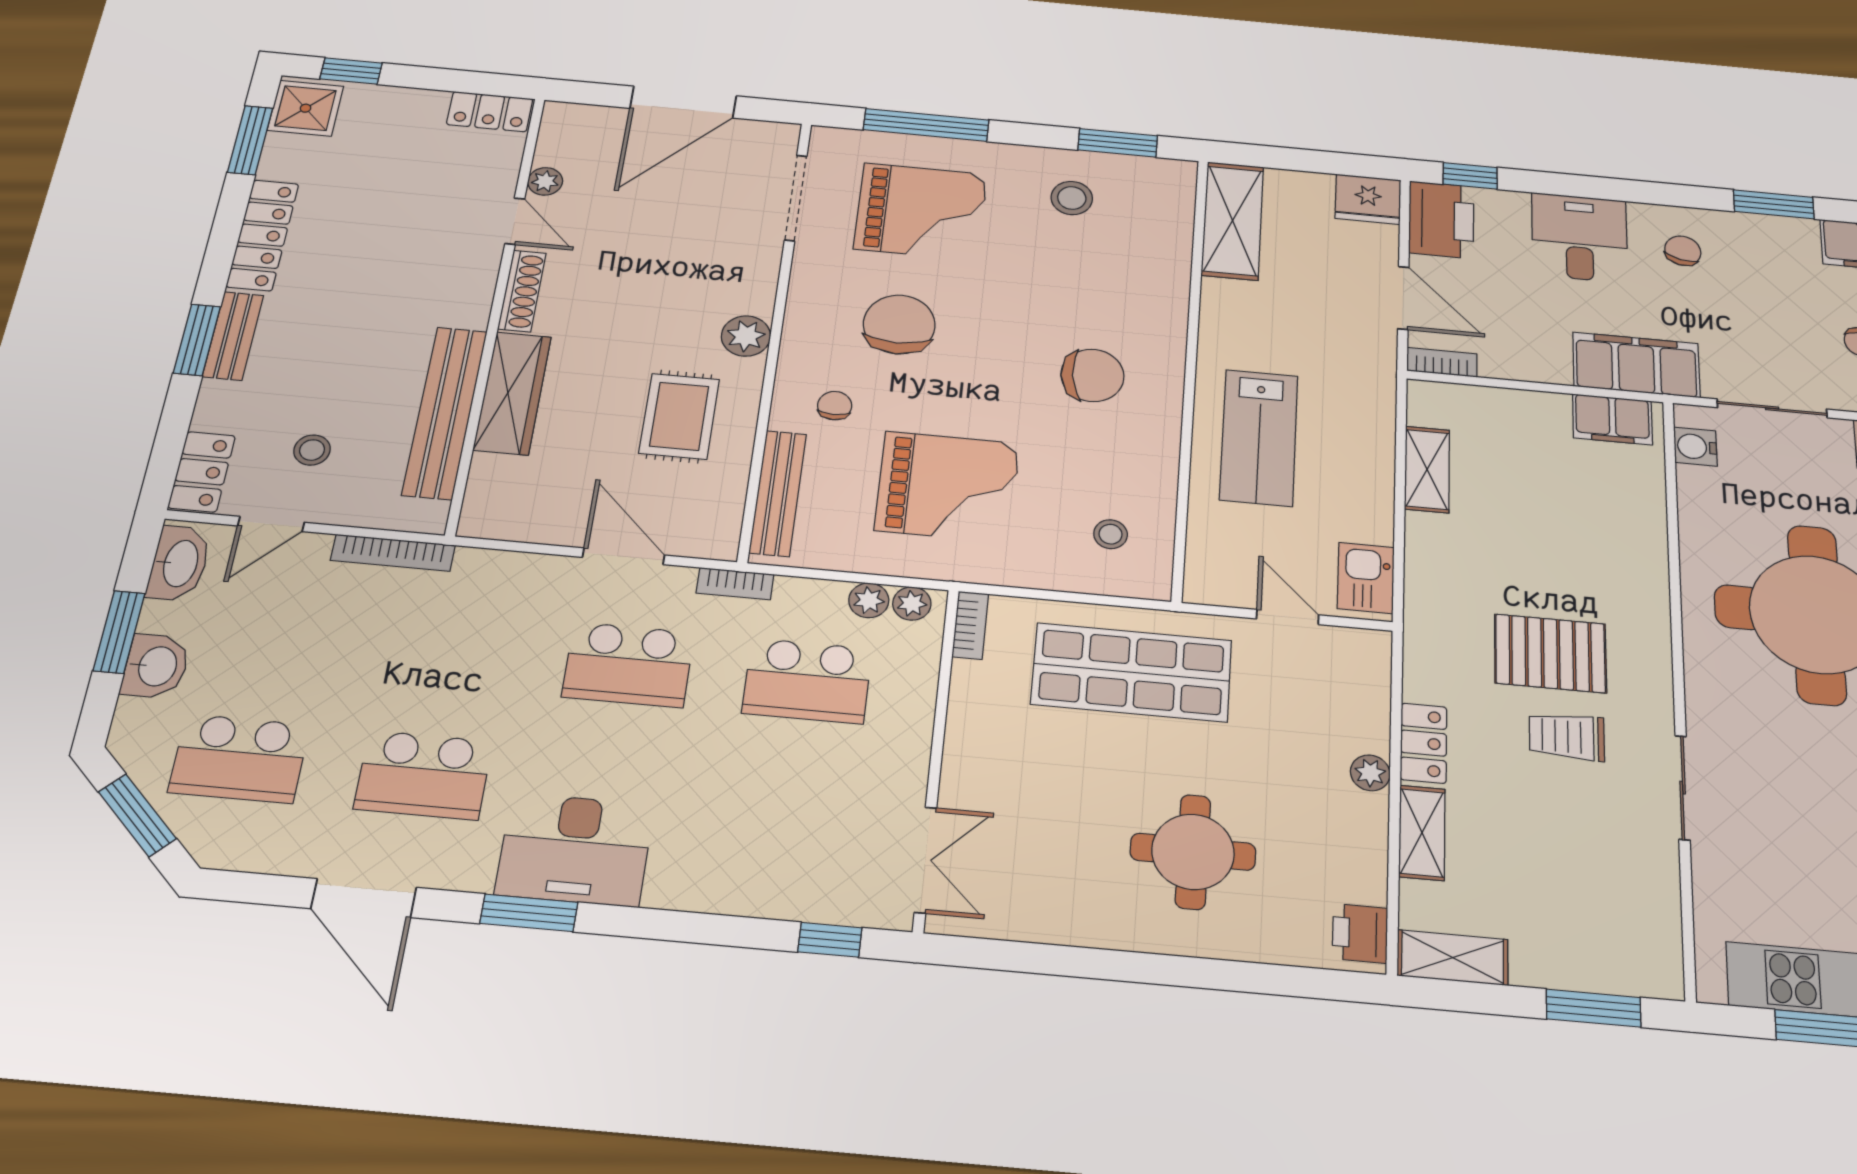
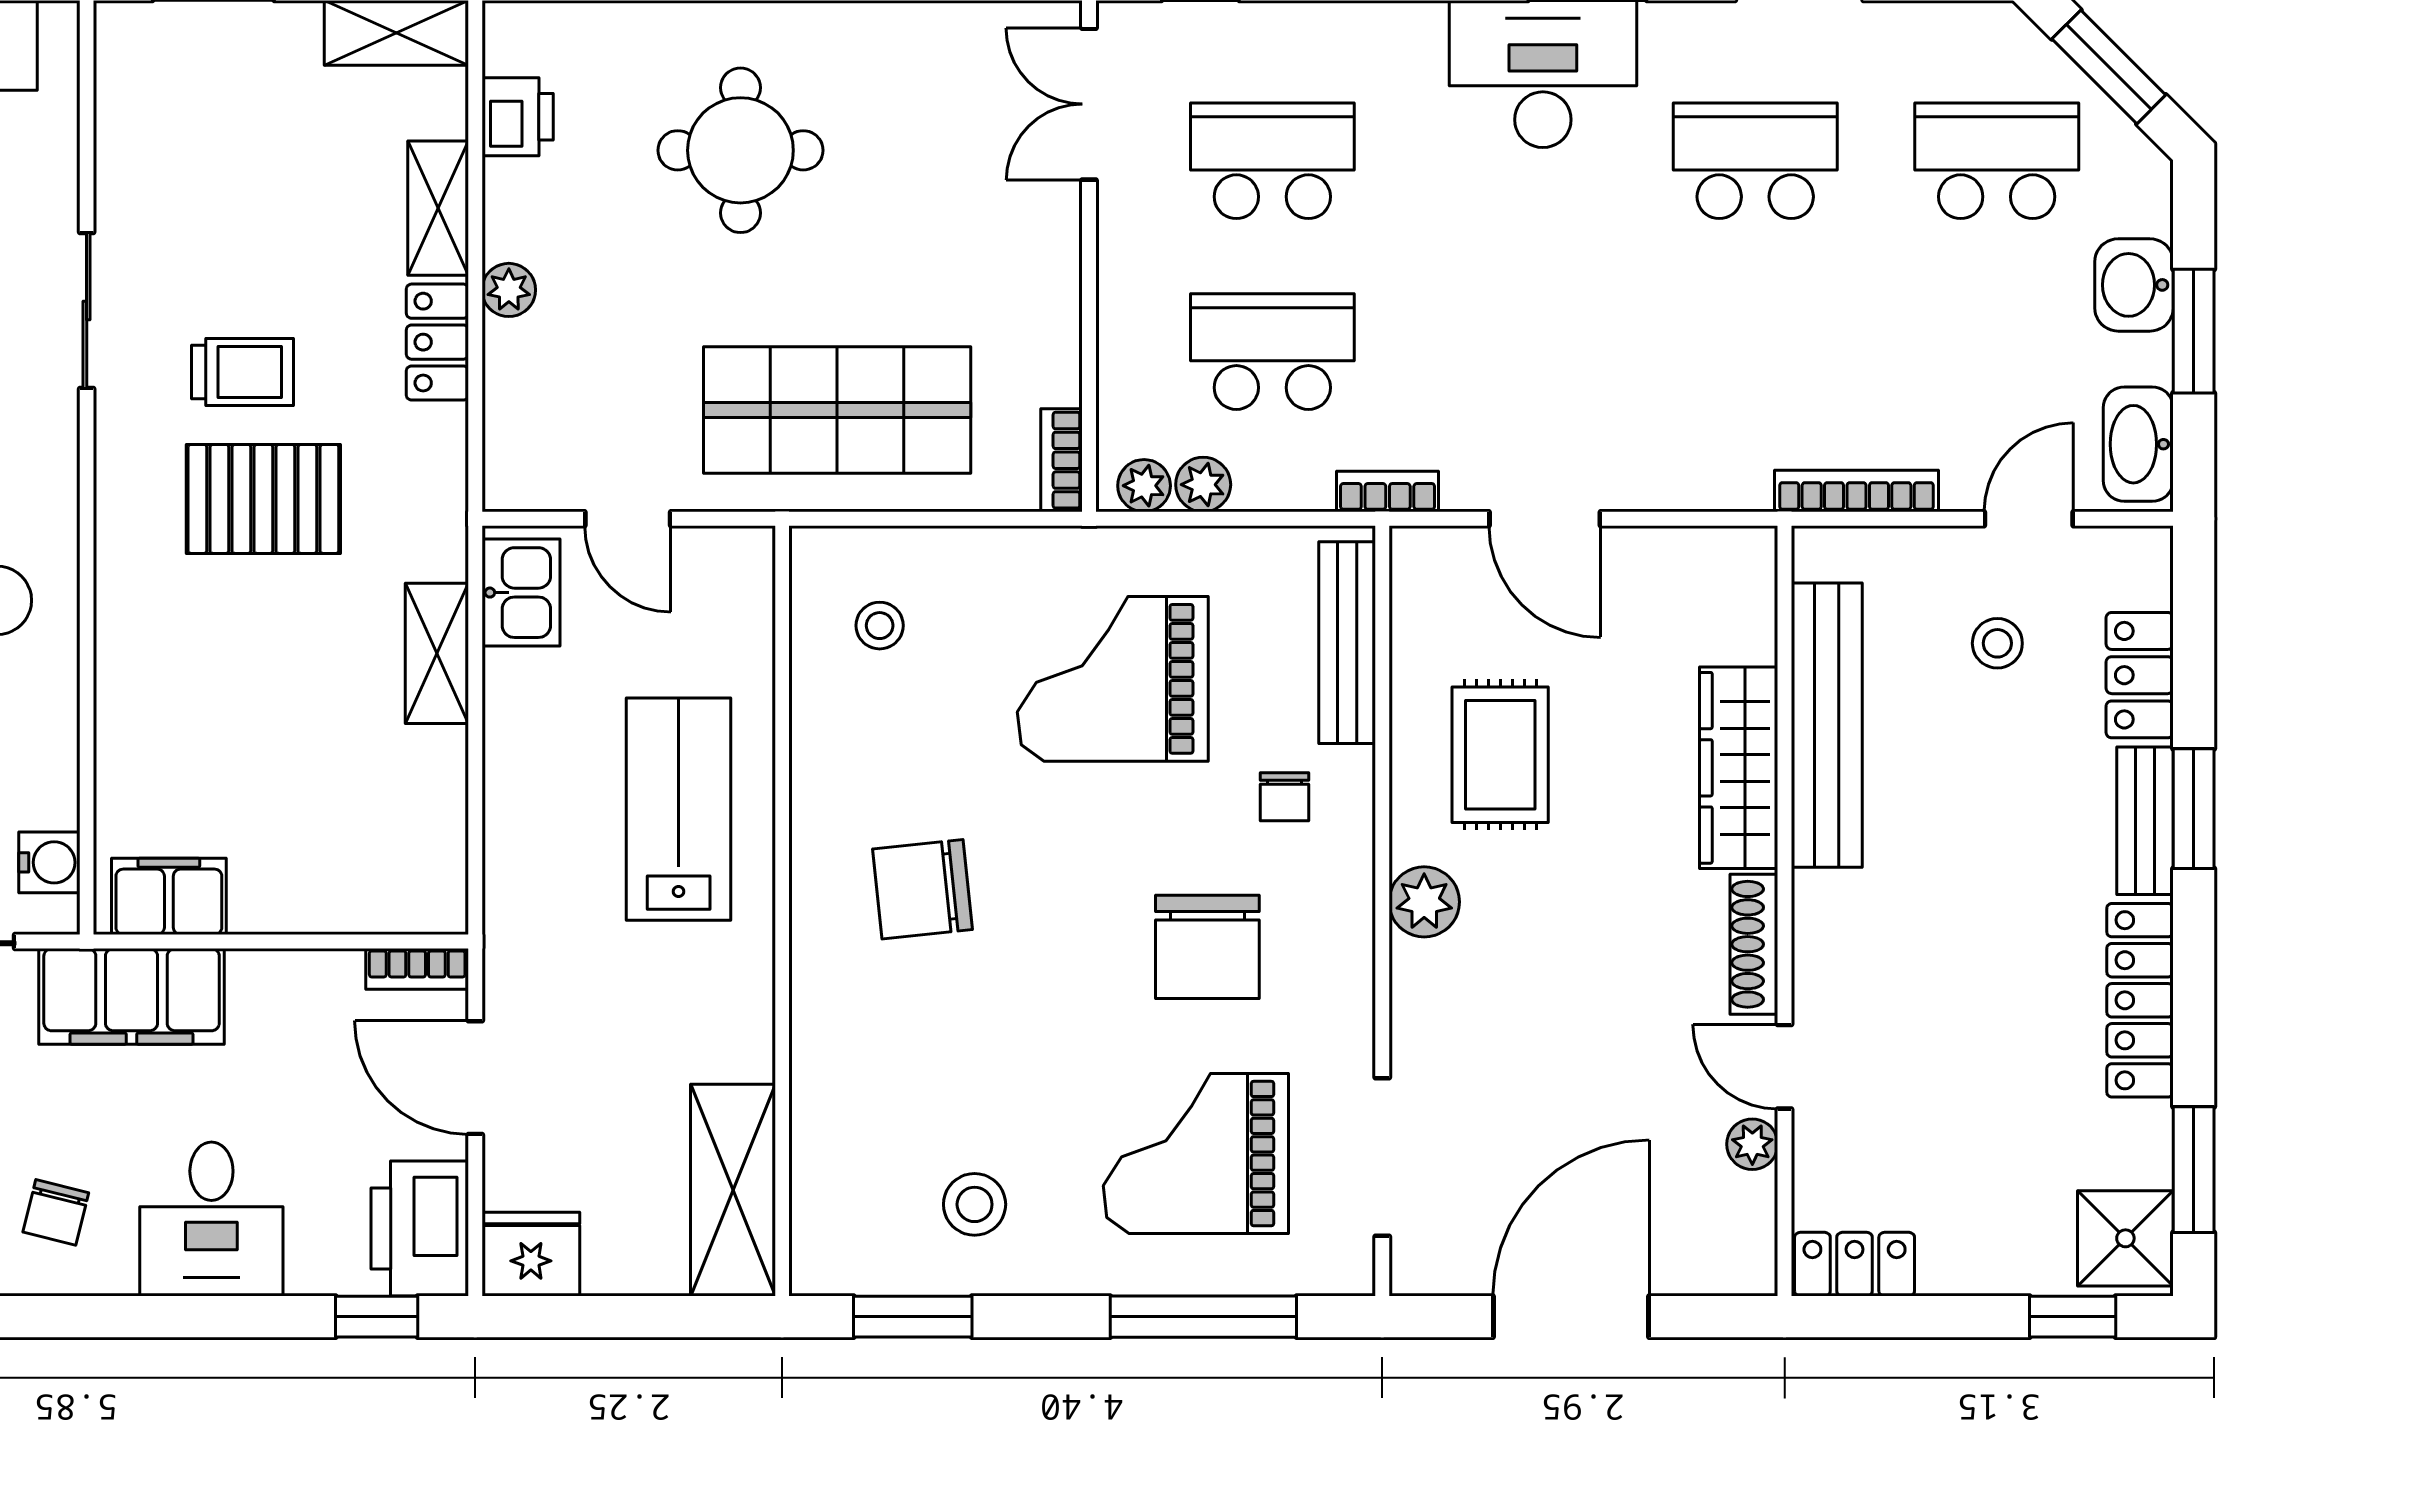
shelving: (1427, 469) -> (437, 653), moved
locker: (202, 472) -> (2140, 675), moved
school desk: (628, 665) -> (1272, 161), moved
printer: (1360, 933) -> (518, 117), moved

